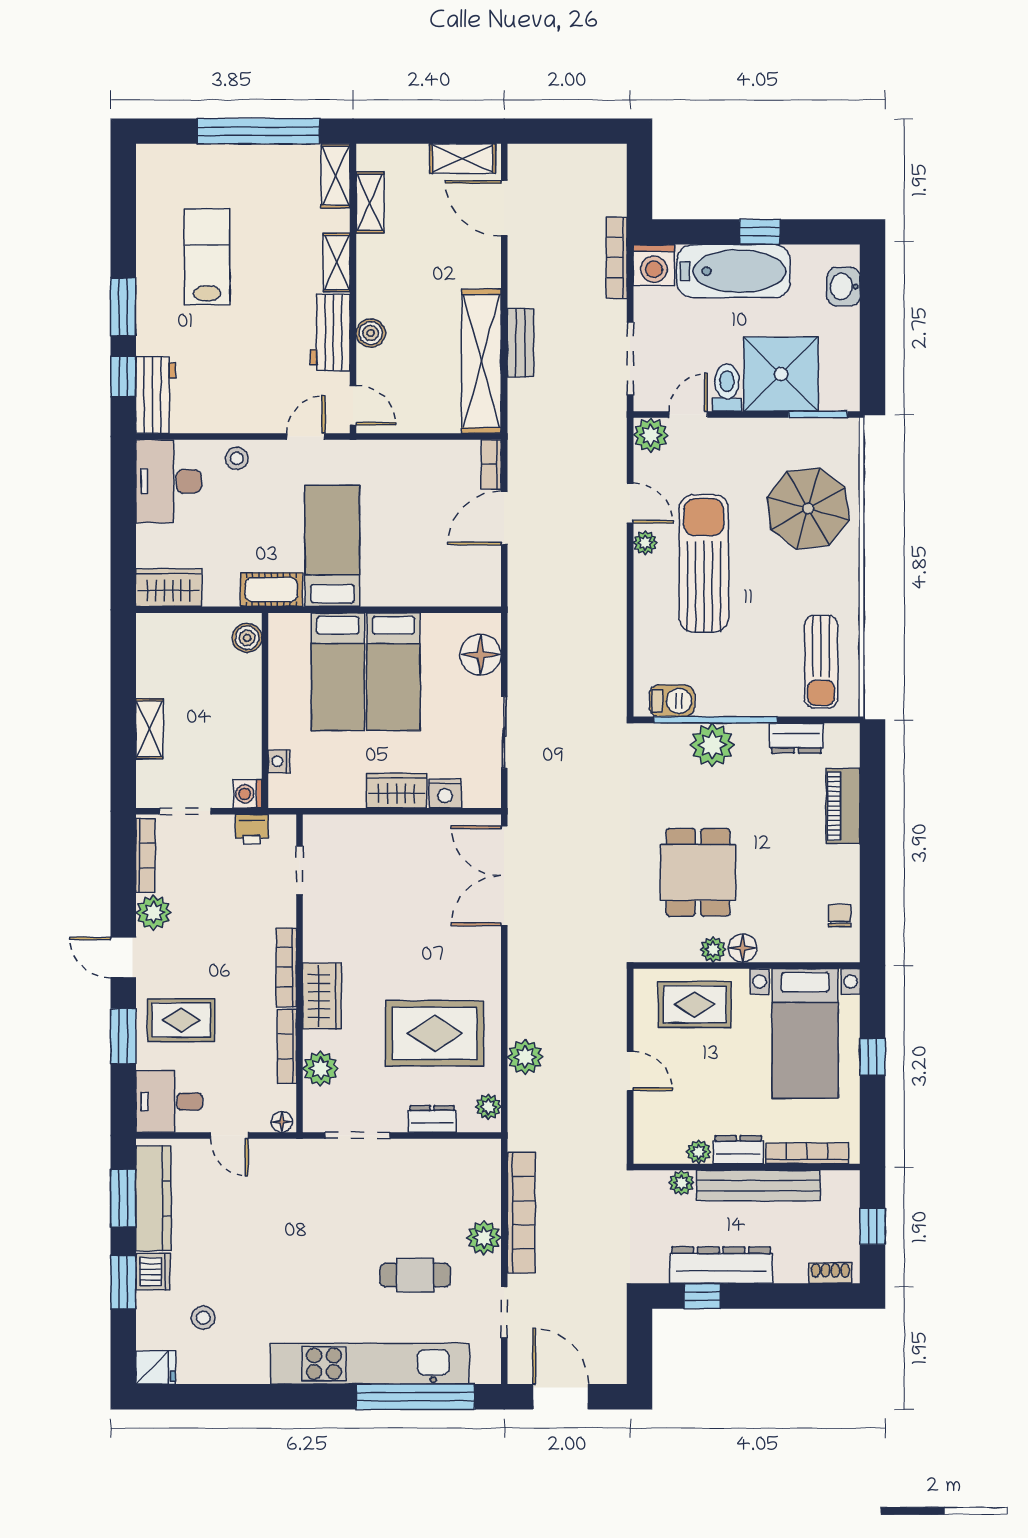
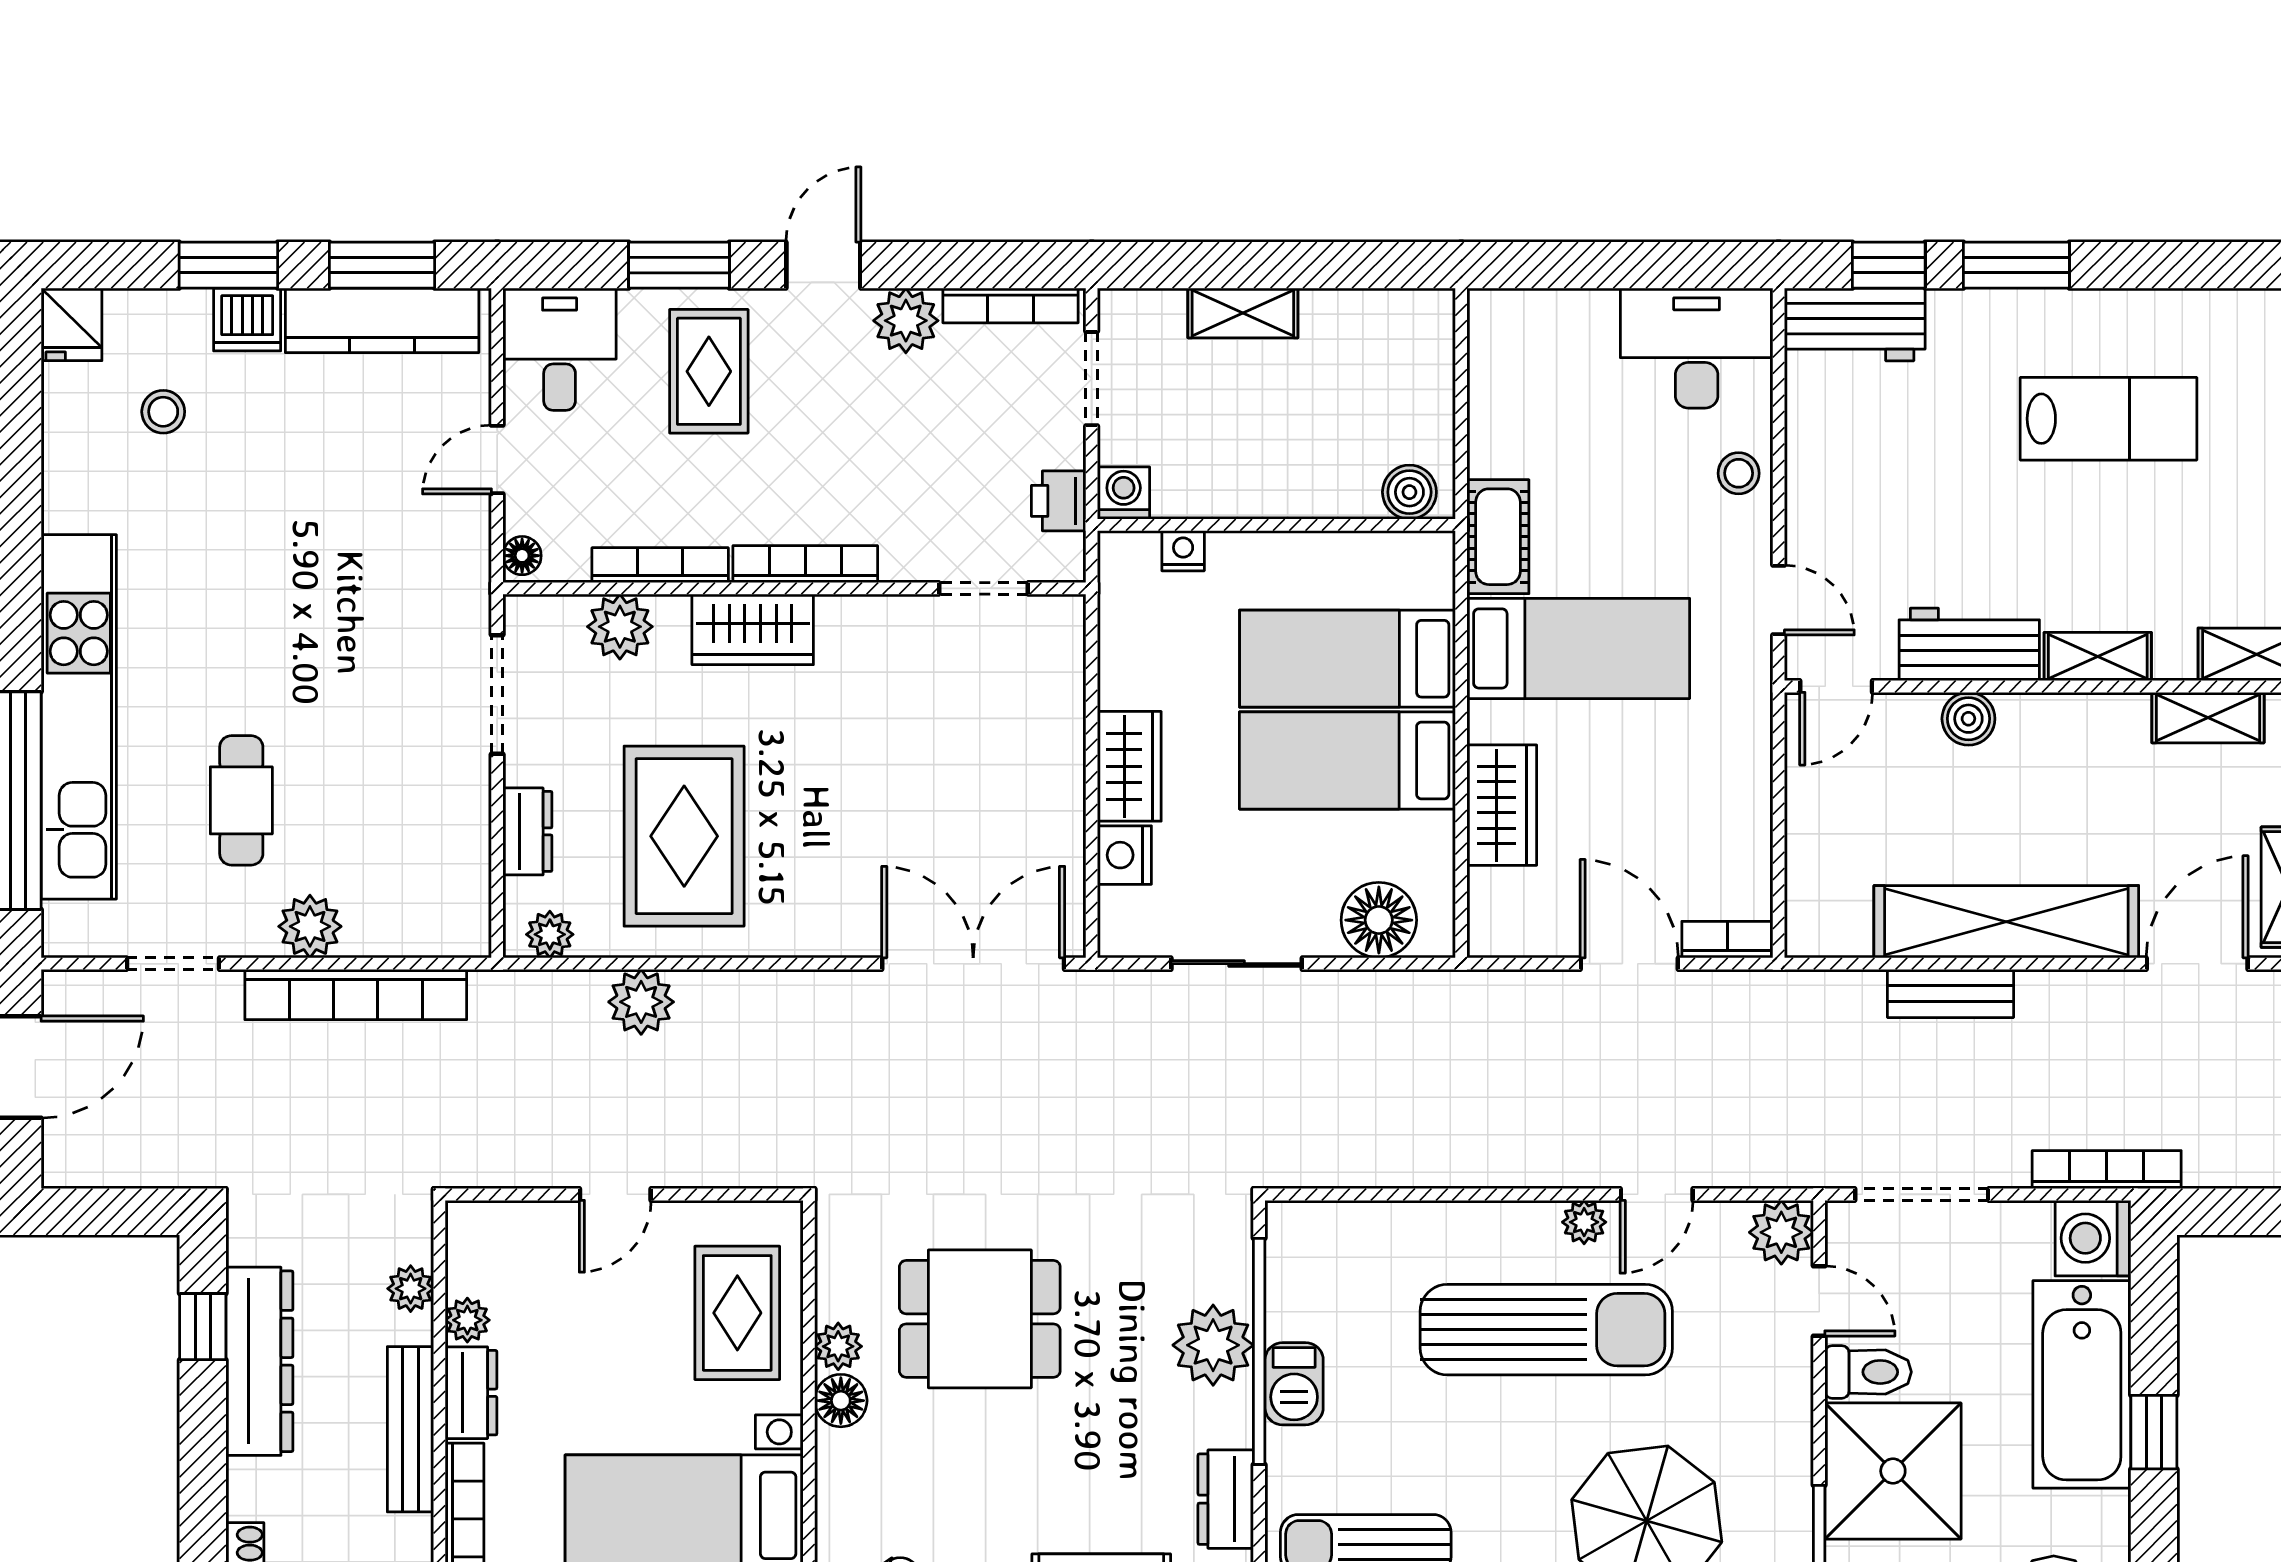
shelving: (481, 361) -> (2006, 922), moved
wardrobe: (169, 588) -> (1502, 805), moved
barbecue: (672, 701) -> (1294, 1384), moved
bench: (758, 1185) -> (410, 1429), width x0.73, depth x0.82

